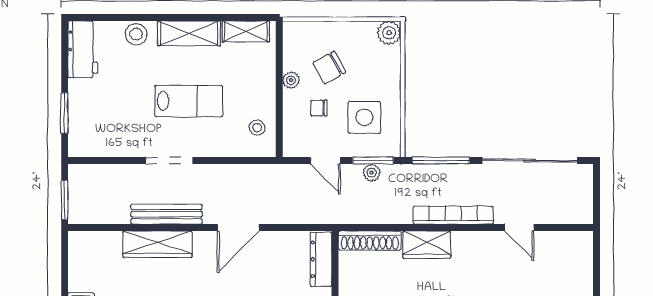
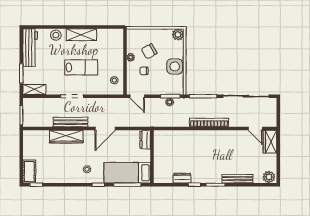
shelving: (246, 31) -> (34, 89), moved
workbench: (83, 49) -> (30, 48), width x1.38
side table: (364, 117) -> (175, 66), moved
door: (325, 161) -> (137, 96), moved
door: (519, 228) -> (255, 129), moved
shoe rack: (370, 241) -> (169, 135), removed
wardrobe: (427, 245) -> (270, 142), moved, turned 90
dresser: (321, 259) -> (145, 140), width x0.70

